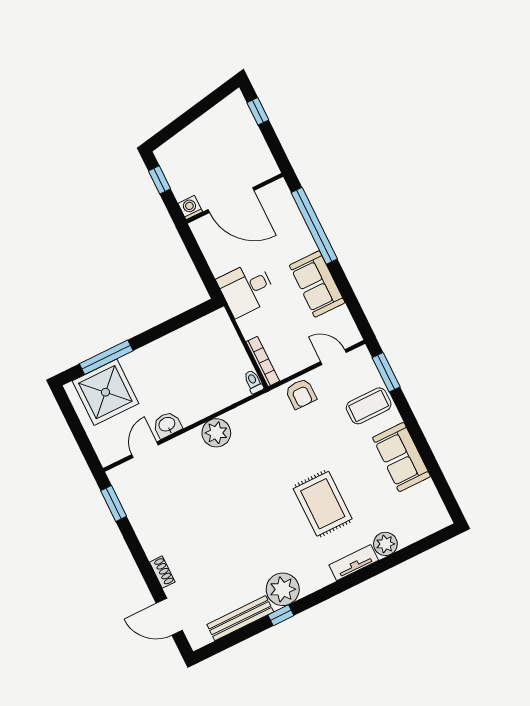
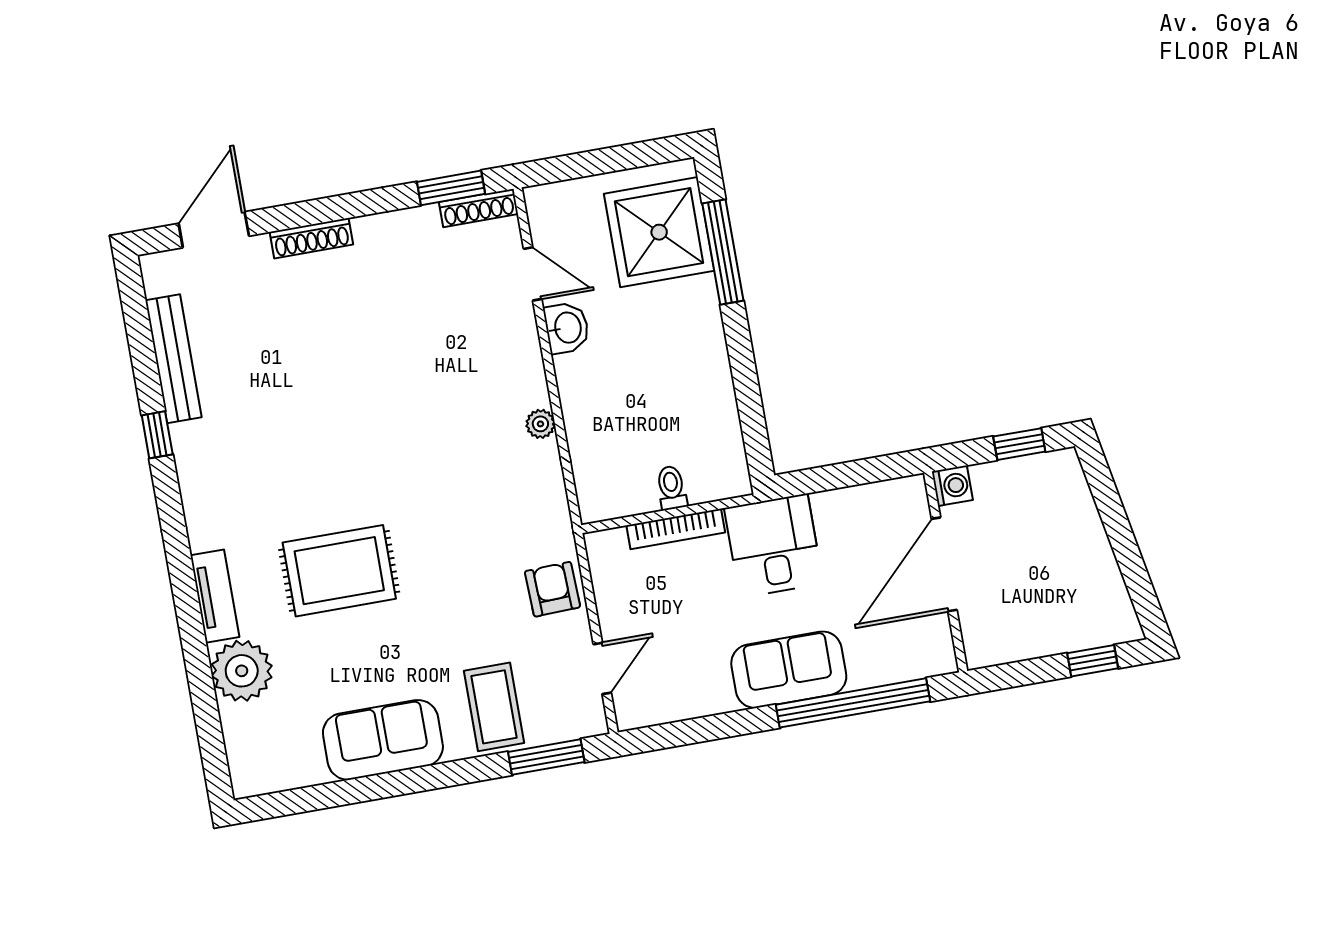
sofa: (317, 284) -> (789, 670), moved
bookcase: (263, 361) -> (676, 529), moved
toilet: (253, 382) -> (671, 488), moved, turned -90
armchair: (301, 394) -> (552, 589), turned 88
plant: (216, 433) -> (540, 424), width x0.53, depth x0.53
shoe rack: (120, 487) -> (479, 208), added
plant: (385, 544) -> (242, 671), width x1.36, depth x1.36
shoe rack: (162, 572) -> (311, 238), width x1.43
plant: (283, 589) -> (204, 452), removed

